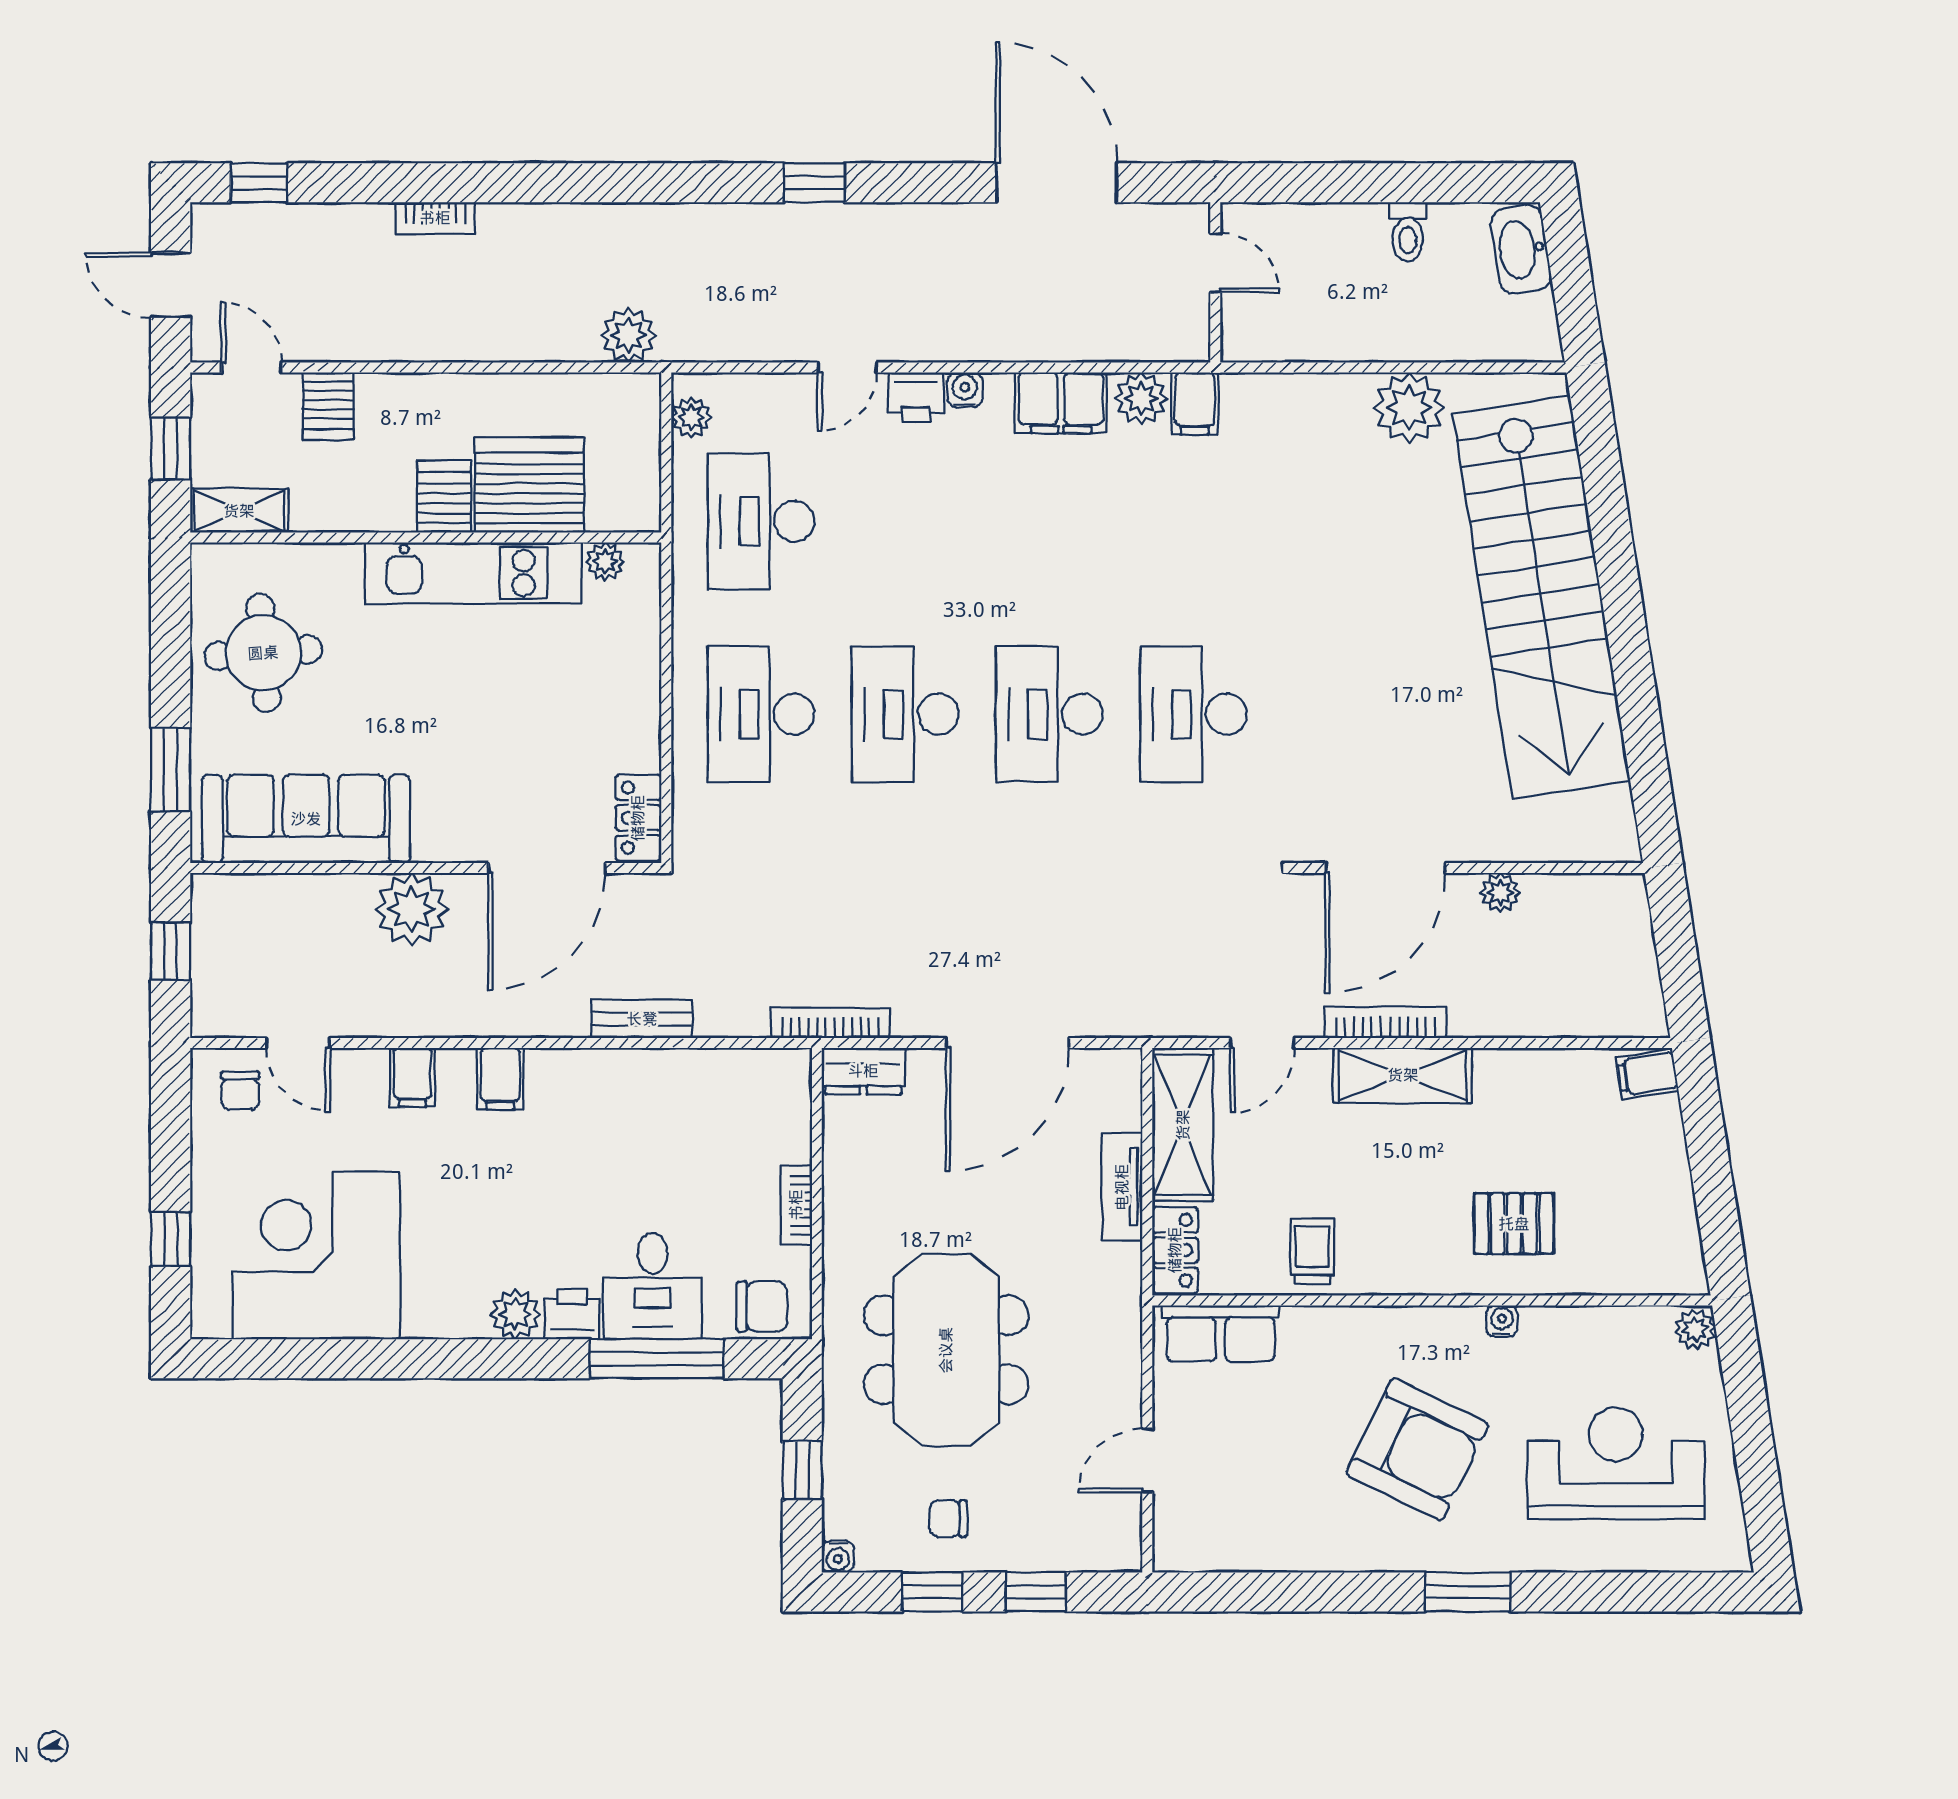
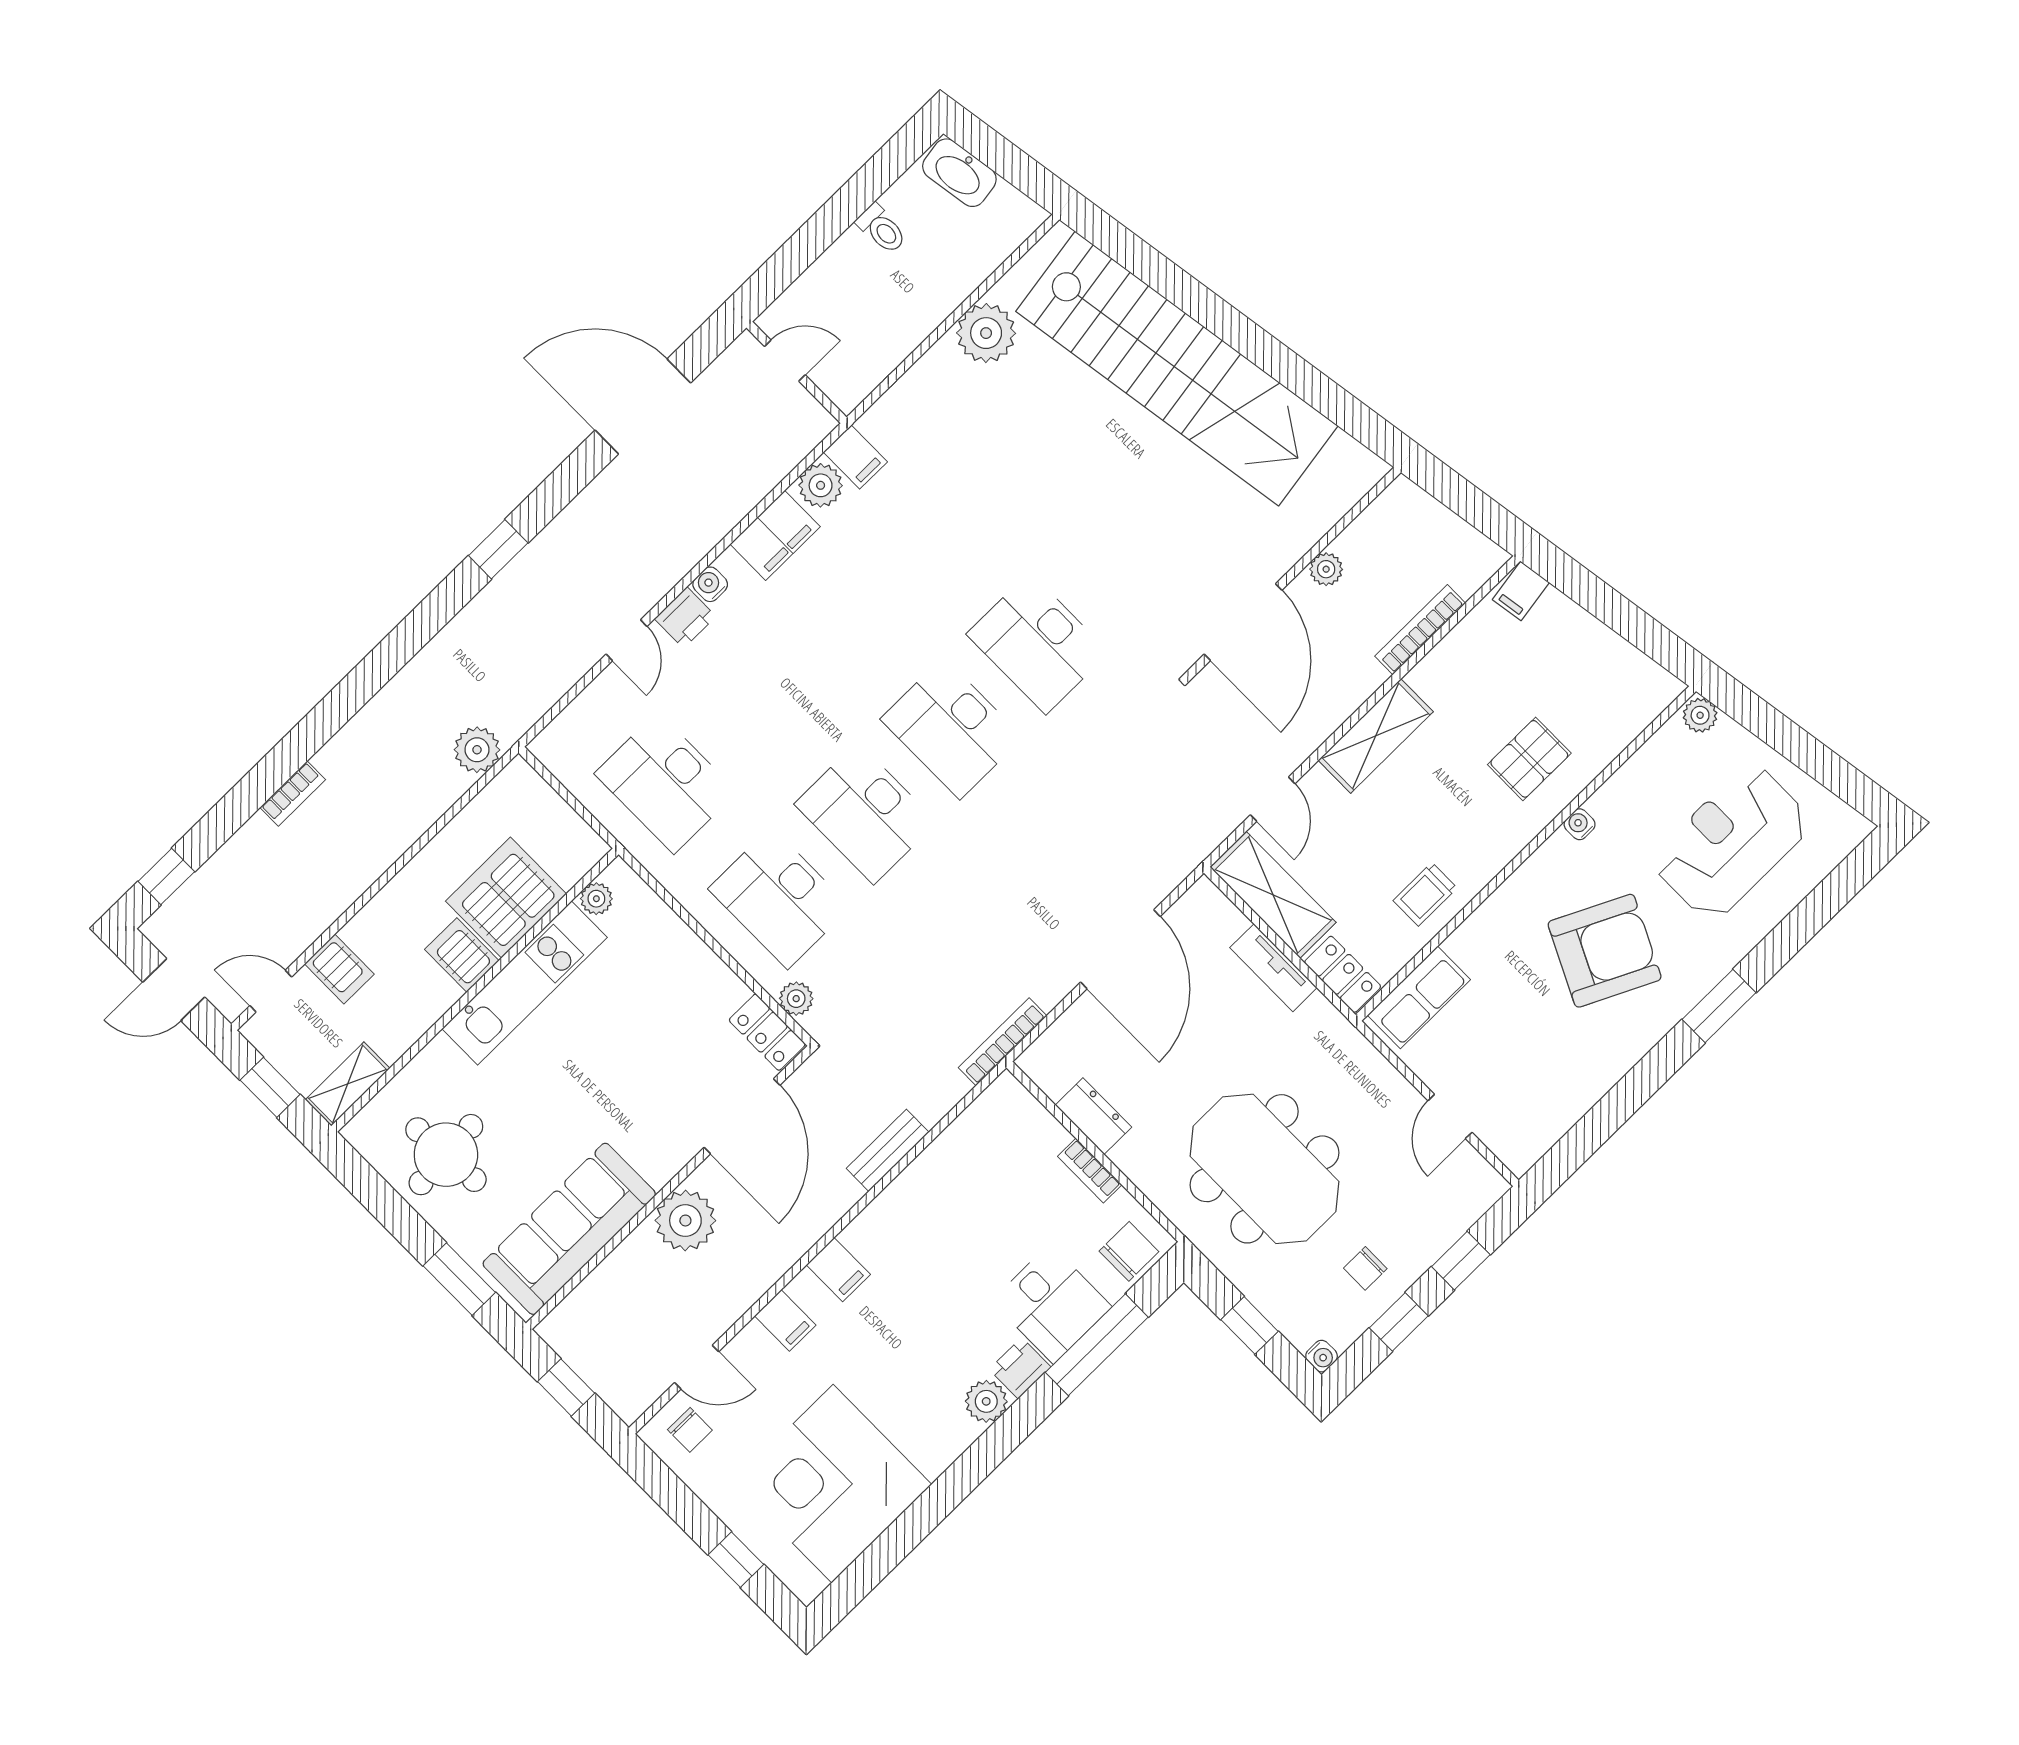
plant: (691, 417) -> (796, 999), moved
bookcase: (1385, 1022) -> (1420, 630), moved
dresser: (863, 1071) -> (1093, 1116), moved, turned -90
trolley: (1312, 1251) -> (1425, 894), turned -90

